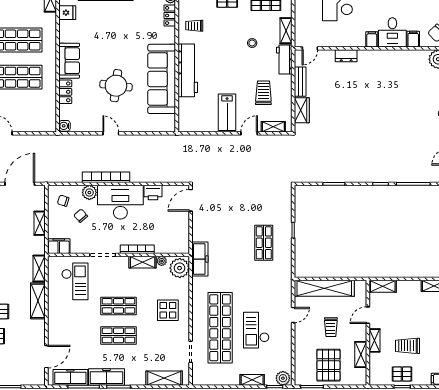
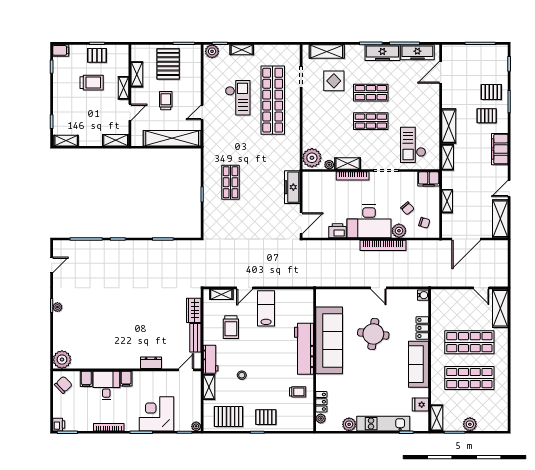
sofa: (69, 61) -> (419, 364), width x1.36
freezer: (200, 259) -> (292, 187), moved
display table: (168, 310) -> (334, 81), moved

